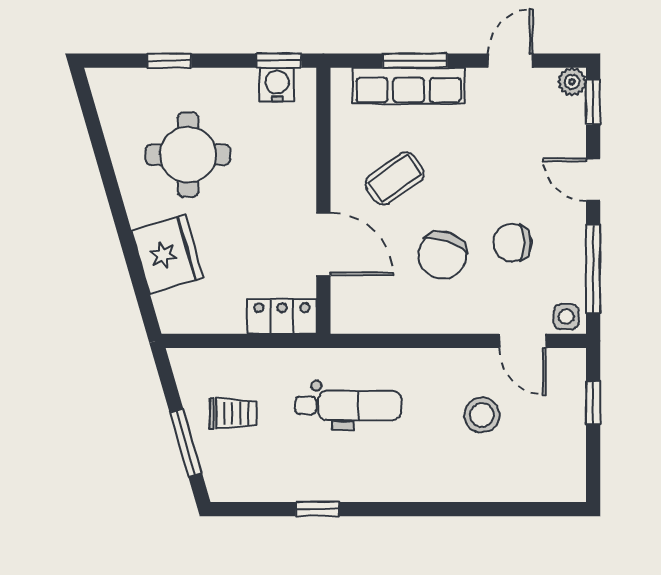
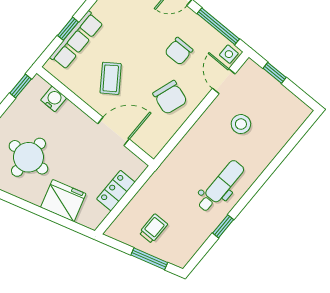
window: (415, 61) -> (68, 29), width x0.67
water cooler: (277, 85) -> (54, 99), moved, turned 90
chair: (442, 255) -> (170, 97), moved
locker: (282, 316) -> (116, 191), moved
door: (522, 341) -> (224, 81), swing flipped
dental chair: (348, 405) -> (221, 186), moved

